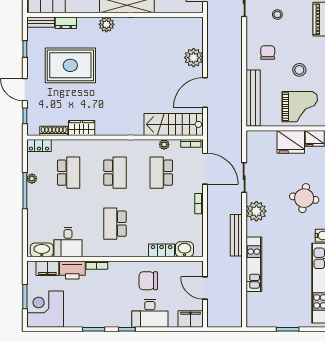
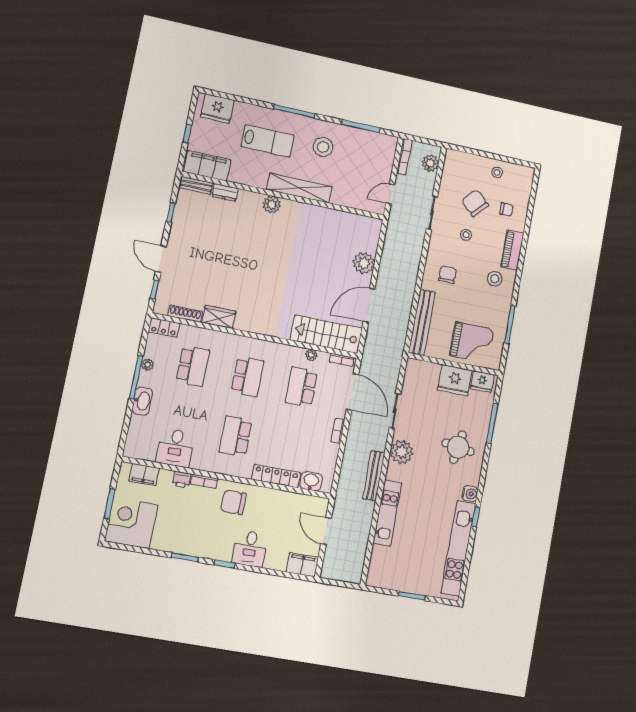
rug: (70, 65) -> (220, 242), removed
stool: (299, 70) -> (495, 279), moved
washbasin: (42, 250) -> (142, 401), moved, turned 90
locker: (162, 250) -> (276, 476), width x1.53
printer: (72, 270) -> (182, 480), width x0.53, depth x0.68
chair: (148, 281) -> (233, 502), moved
desk: (150, 313) -> (250, 549), width x0.73

